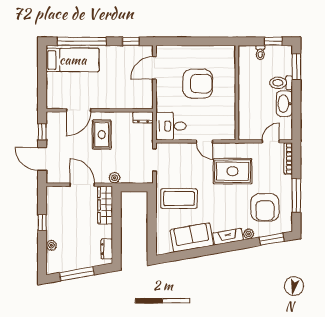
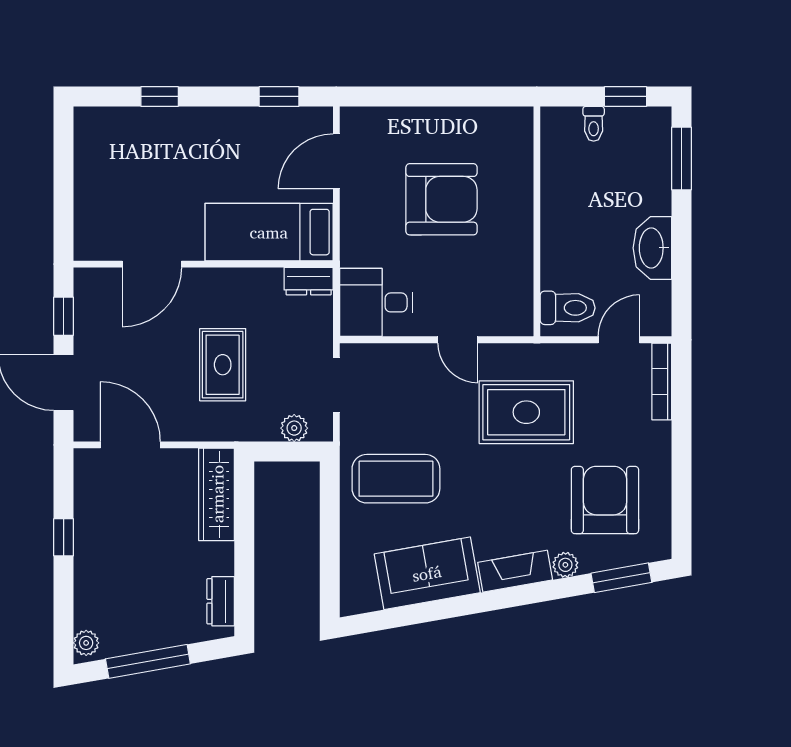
window: (82, 41) -> (160, 96), width x0.32
bed: (73, 60) -> (269, 232), moved, turned 180
toilet: (281, 83) -> (568, 308), moved, turned 180
rug: (102, 135) -> (223, 365), moved
plant: (115, 178) -> (294, 428), moved
door: (82, 185) -> (130, 445), moved
window: (296, 196) -> (681, 471), removed
armchair: (265, 207) -> (605, 500), turned 180
plant: (51, 245) -> (86, 643), moved

